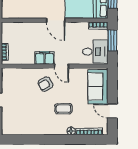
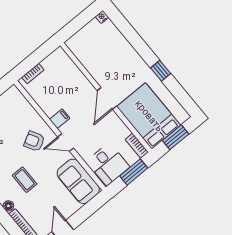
filing cabinet: (45, 58) -> (60, 119), width x0.50
door: (62, 66) -> (66, 142), hinge flipped
sofa: (98, 87) -> (78, 181), moved, turned -90

